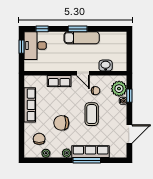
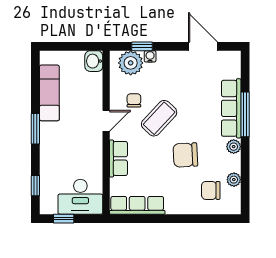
exam couch: (82, 38) -> (49, 93), moved
desk: (35, 46) -> (80, 197), moved
washbasin: (106, 66) -> (94, 61), moved
row of seats: (30, 105) -> (137, 205), moved
coffee table: (92, 114) -> (159, 118), moved, turned -47
chair: (61, 123) -> (185, 155), turned 87

